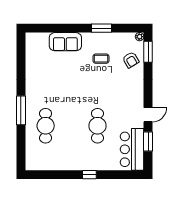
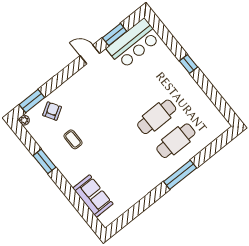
sofa: (65, 42) -> (93, 196), moved
cafe table: (97, 126) -> (157, 117), moved

